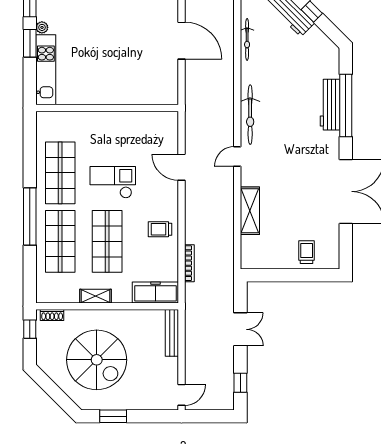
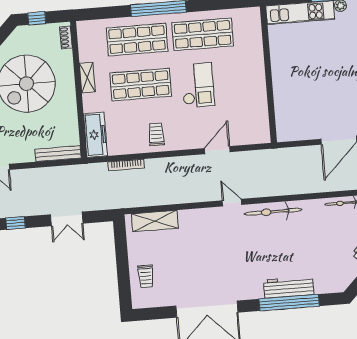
shelving: (250, 211) -> (155, 221), moved
trolley: (307, 252) -> (146, 276), turned 90
window: (30, 329) -> (37, 18), moved

